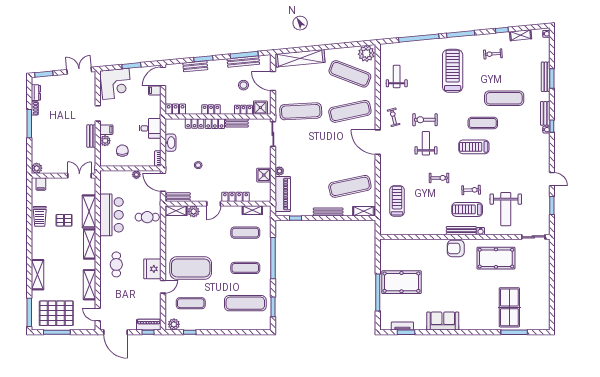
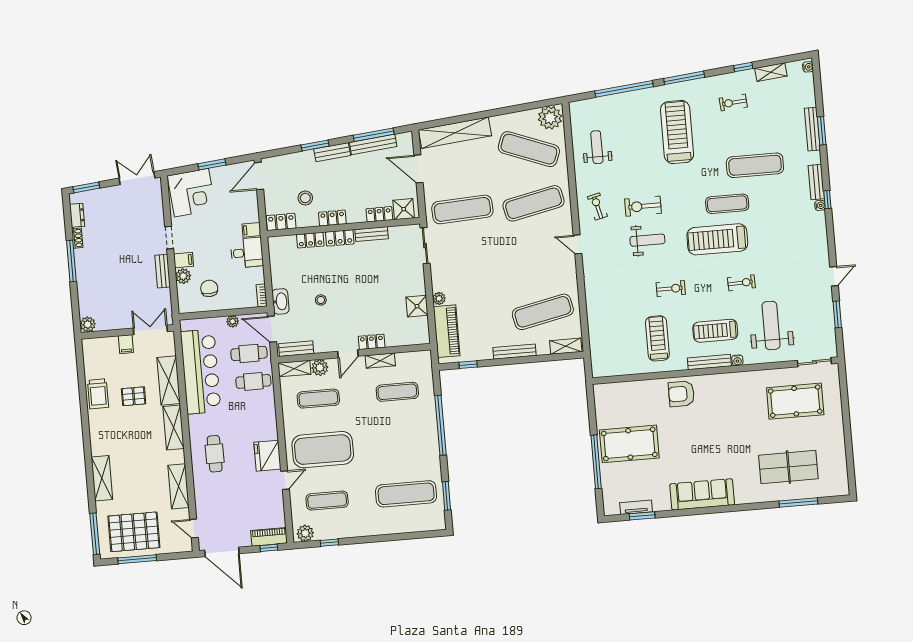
bench: (195, 66) -> (332, 152), moved
stool: (244, 85) -> (305, 198), moved
filing cabinet: (155, 90) -> (252, 230), moved
door: (378, 142) -> (578, 244), width x0.53
washbasin: (170, 143) -> (280, 301), moved
weight bench: (426, 143) -> (647, 240), turned 90
treadmill: (474, 147) -> (717, 239), width x1.37, depth x1.38
door: (552, 179) -> (834, 276), hinge flipped
filing cabinet: (41, 184) -> (126, 344), moved
exercise bike: (471, 190) -> (741, 283), moved
locker: (236, 197) -> (372, 342), width x0.66
cafe table: (146, 198) -> (249, 353), added
treadmill: (397, 201) -> (657, 338), moved
weight bench: (506, 209) -> (771, 325), turned 180
shelving: (252, 210) -> (380, 361), moved
bar counter: (111, 215) -> (201, 372), width x1.36
armchair: (456, 248) -> (681, 394), moved
pool table: (496, 258) -> (795, 401), moved
exercise mat: (245, 268) -> (318, 399), moved
table tennis table: (509, 307) -> (788, 467), turned 90
sofa: (443, 321) -> (702, 494), width x1.36

